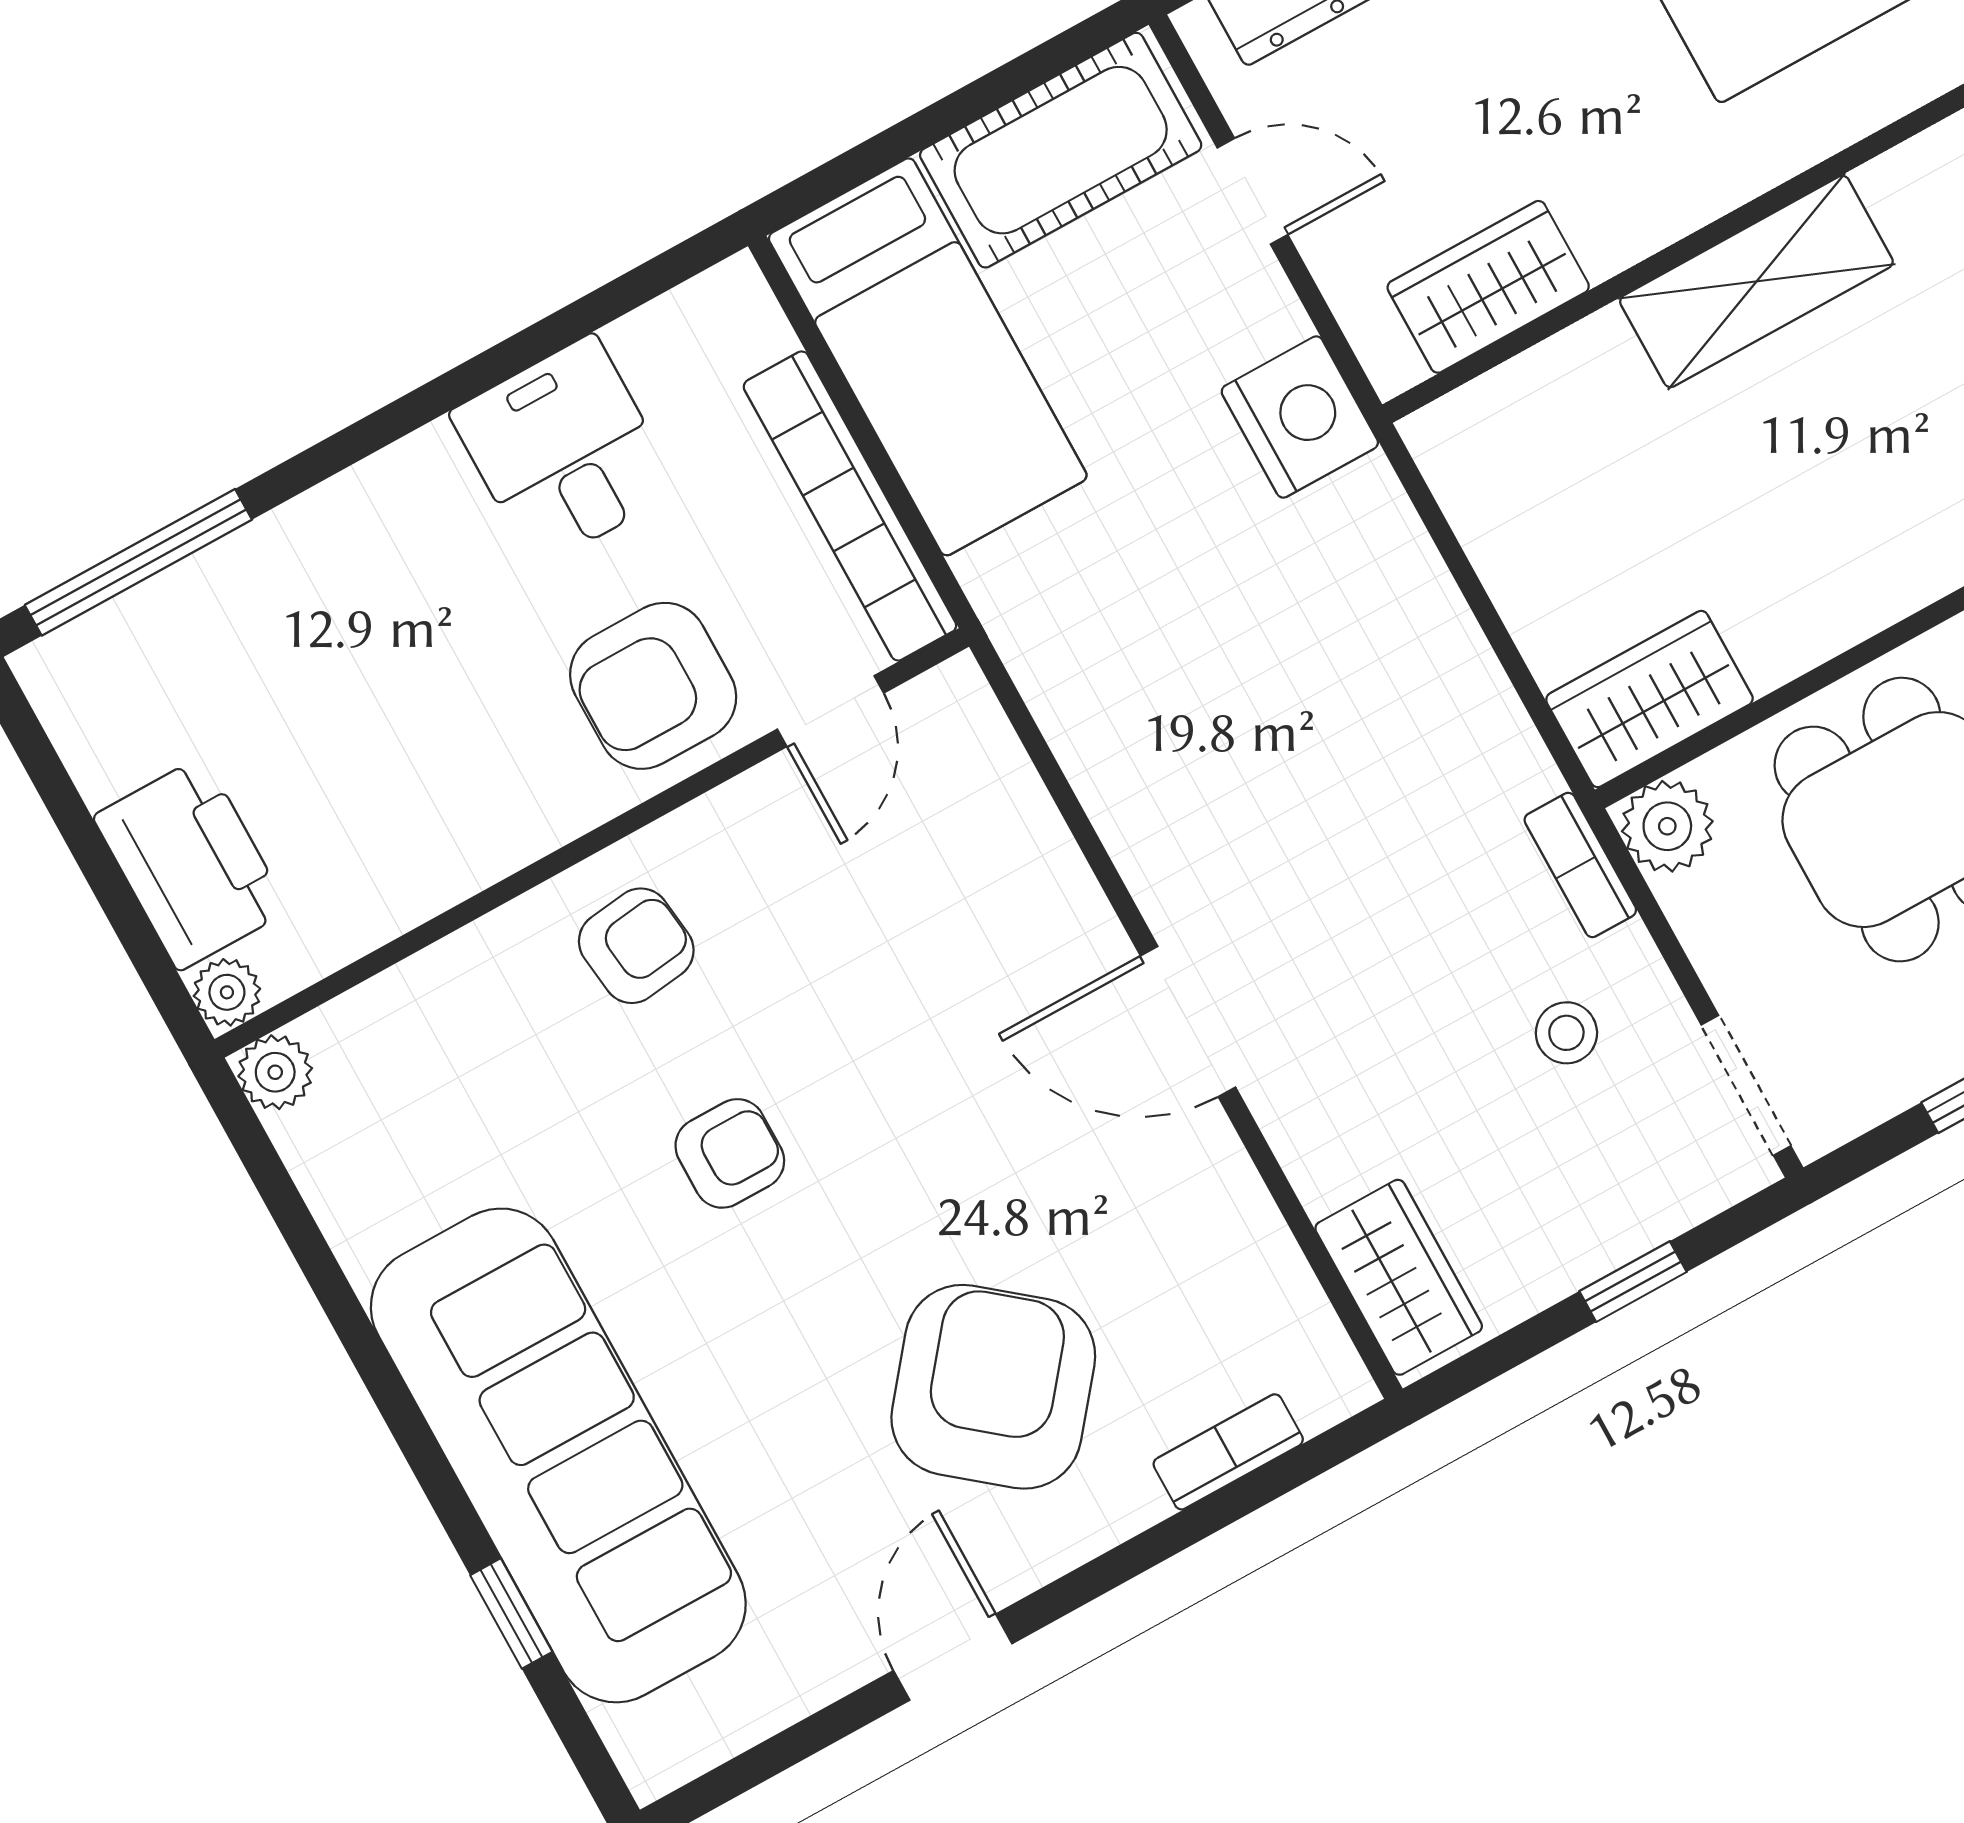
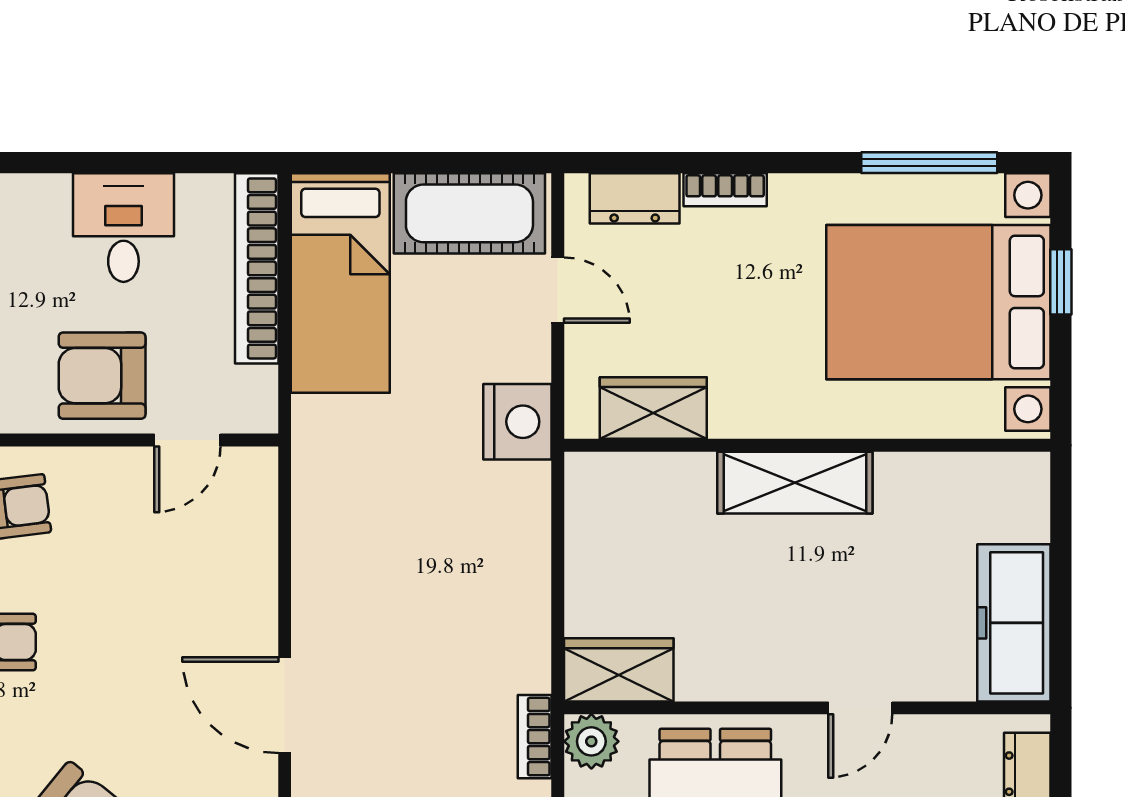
bookcase: (850, 506) -> (257, 268), moved

